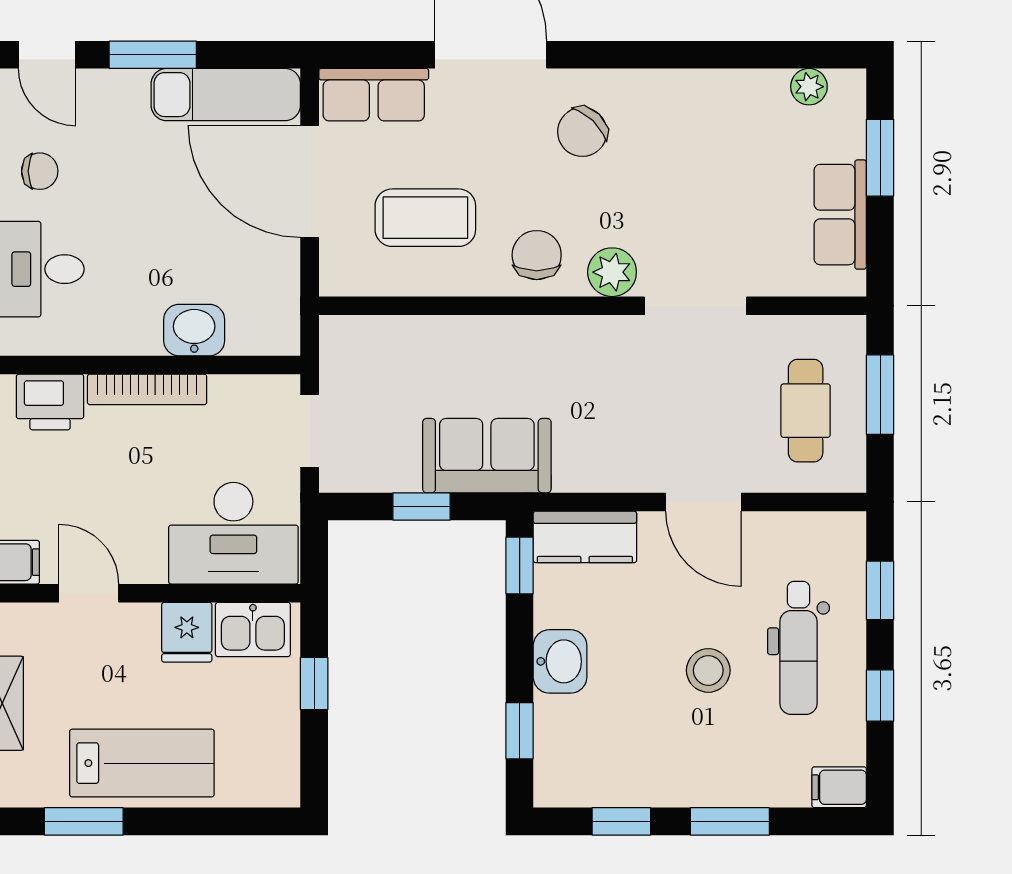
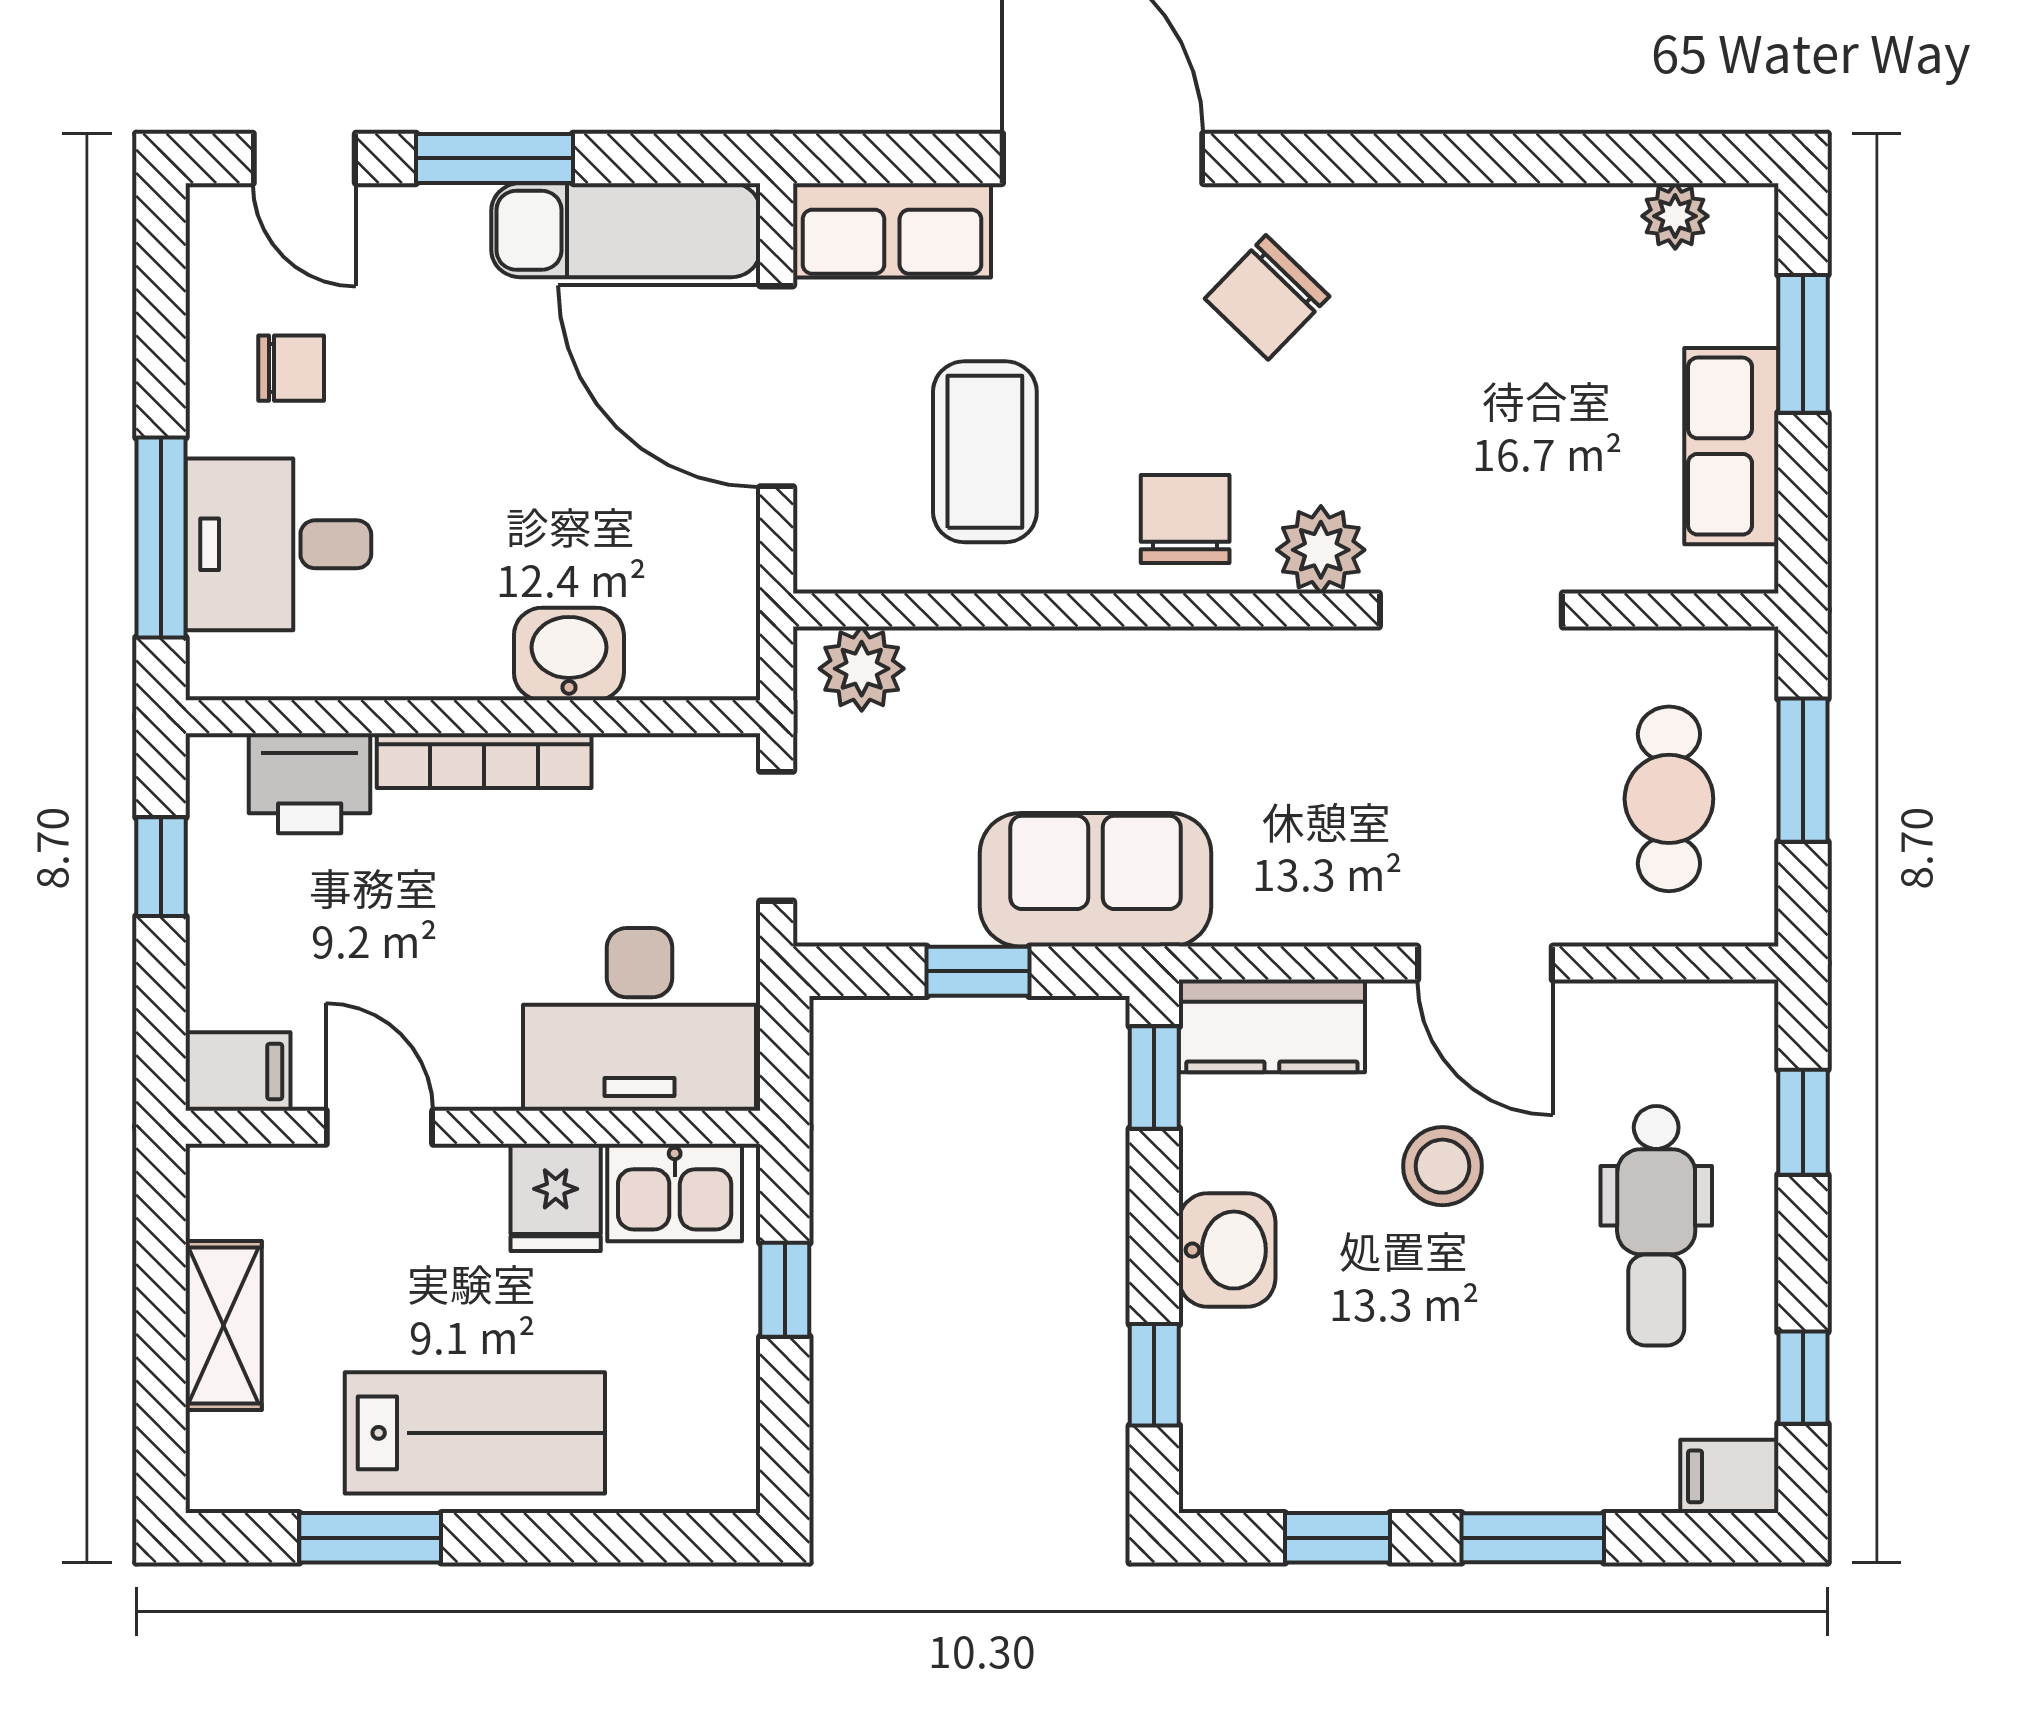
coffee table: (425, 218) -> (985, 452), turned 90
plant: (357, 338) -> (862, 669), added
stool: (708, 670) -> (1443, 1166), moved
window: (880, 696) -> (1803, 1378), moved

